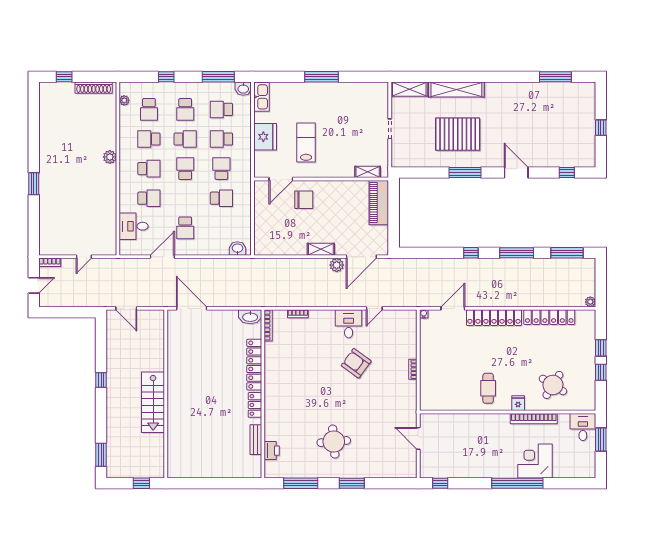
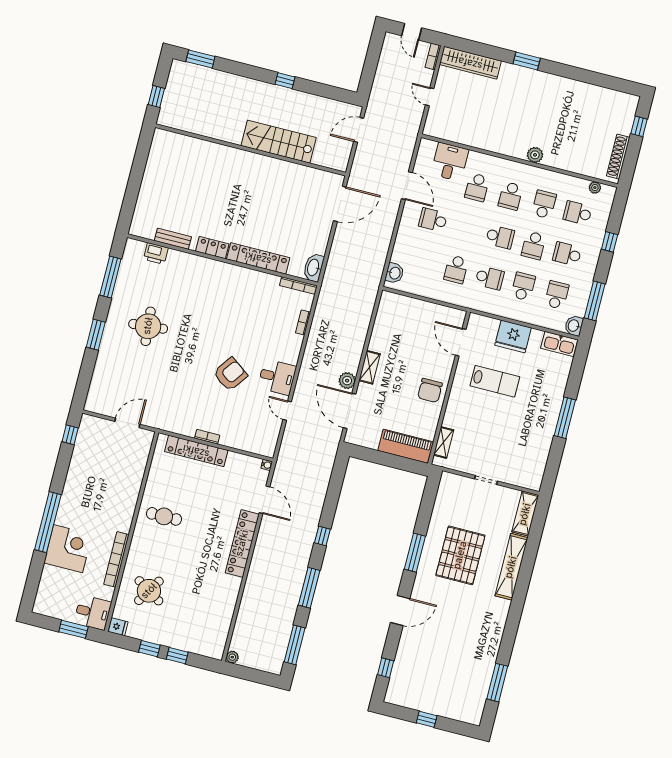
chair: (304, 200) -> (430, 390), moved
wardrobe: (47, 230) -> (470, 63), added
locker: (549, 317) -> (196, 451), moved, turned -90
stairs: (153, 402) -> (279, 142), moved
fridge: (518, 403) -> (118, 627), moved

